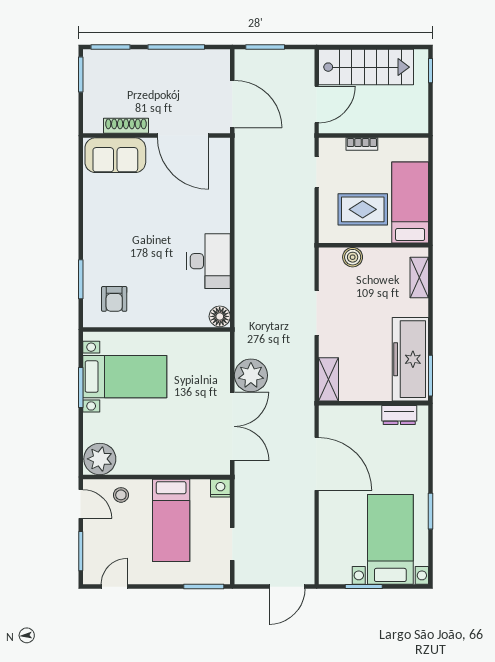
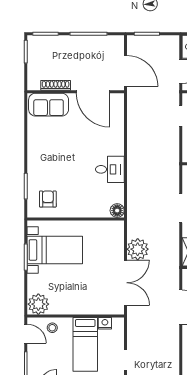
desk: (209, 261) -> (110, 169), width x0.73
armchair: (114, 299) -> (48, 199), turned 180
nightstand: (220, 488) -> (105, 323), moved

